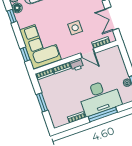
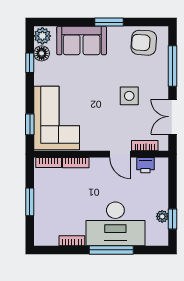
side table: (75, 28) -> (129, 96), moved
printer: (77, 65) -> (145, 165), moved

